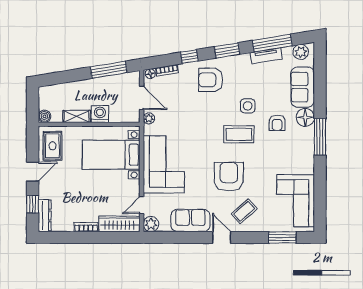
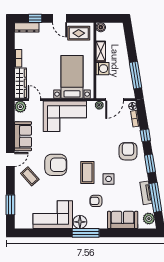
floor lamp: (305, 117) -> (80, 222), moved
corner sofa: (296, 201) -> (53, 215), moved

